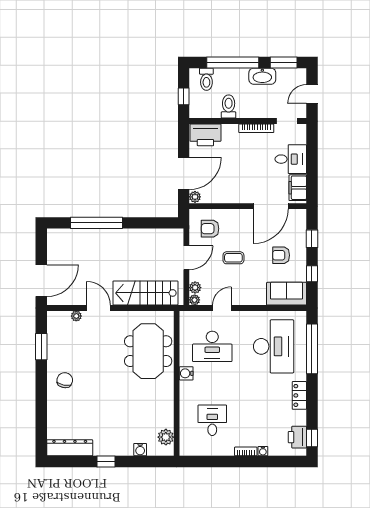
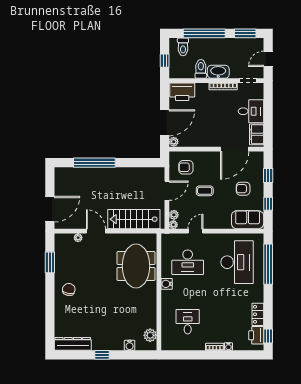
washbasin: (262, 76) -> (218, 72), moved, turned 180
locker: (299, 395) -> (258, 314), moved

